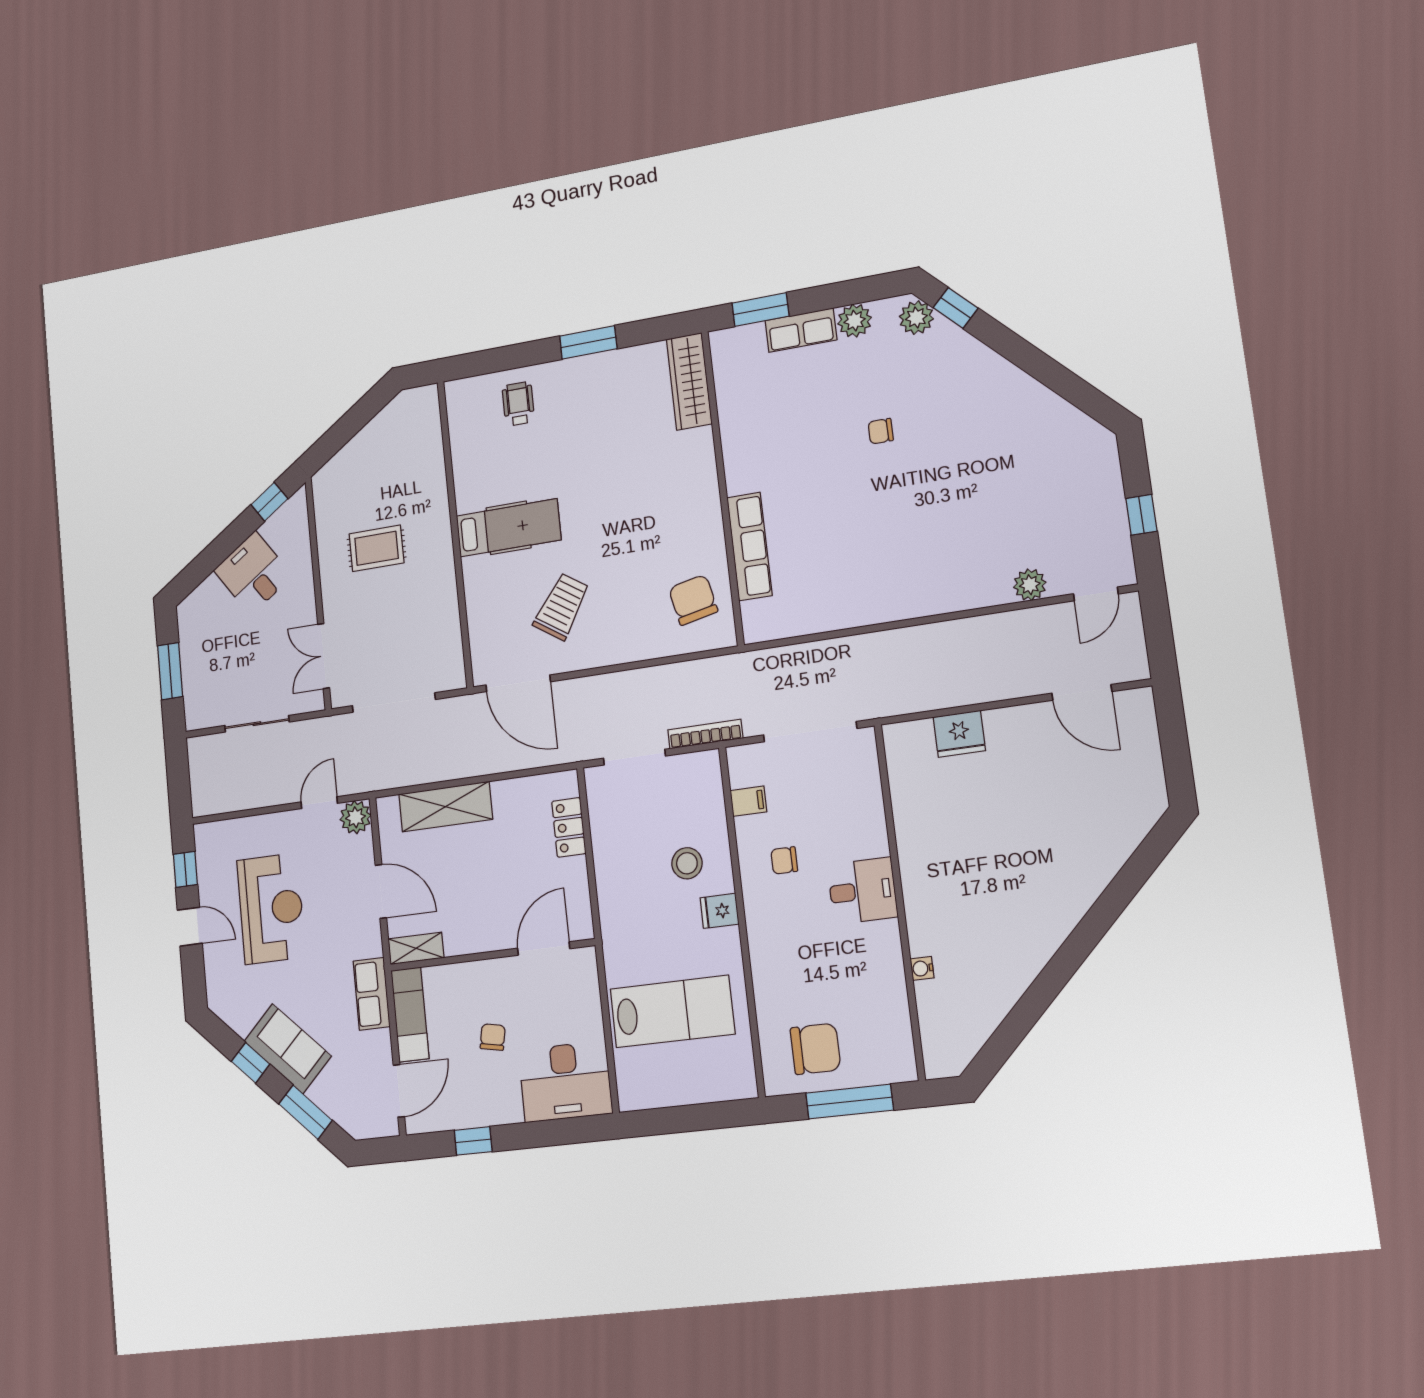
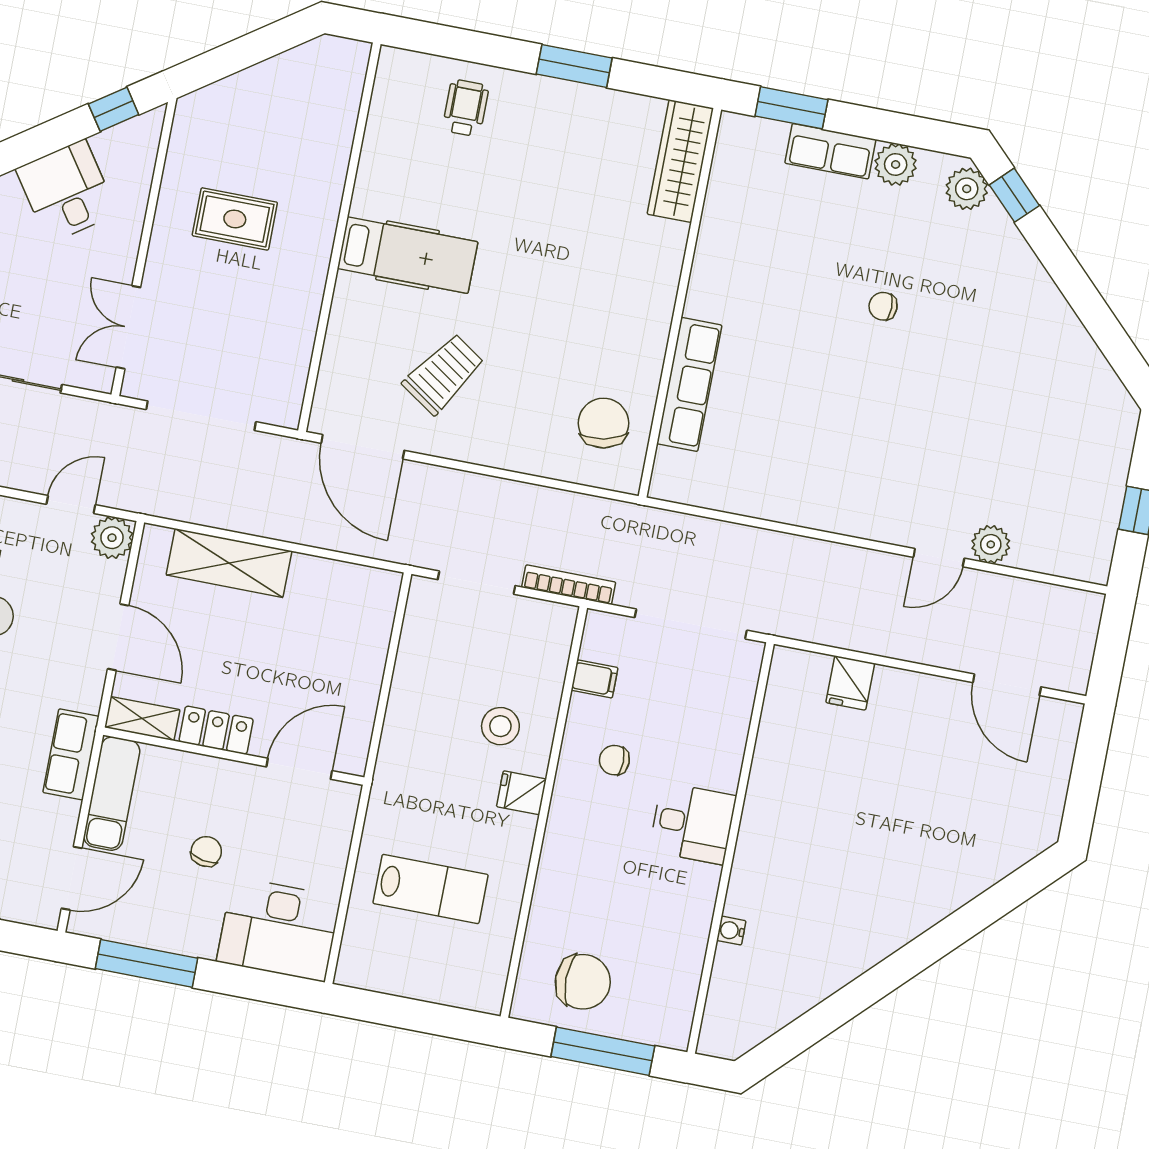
door: (1096, 594) -> (939, 558), moved
fridge: (959, 734) -> (850, 683), width x0.72
locker: (569, 827) -> (216, 730), moved, turned 90
lab bench: (672, 1011) -> (431, 889), width x0.73, depth x0.72
window: (473, 1141) -> (146, 963), width x2.17

